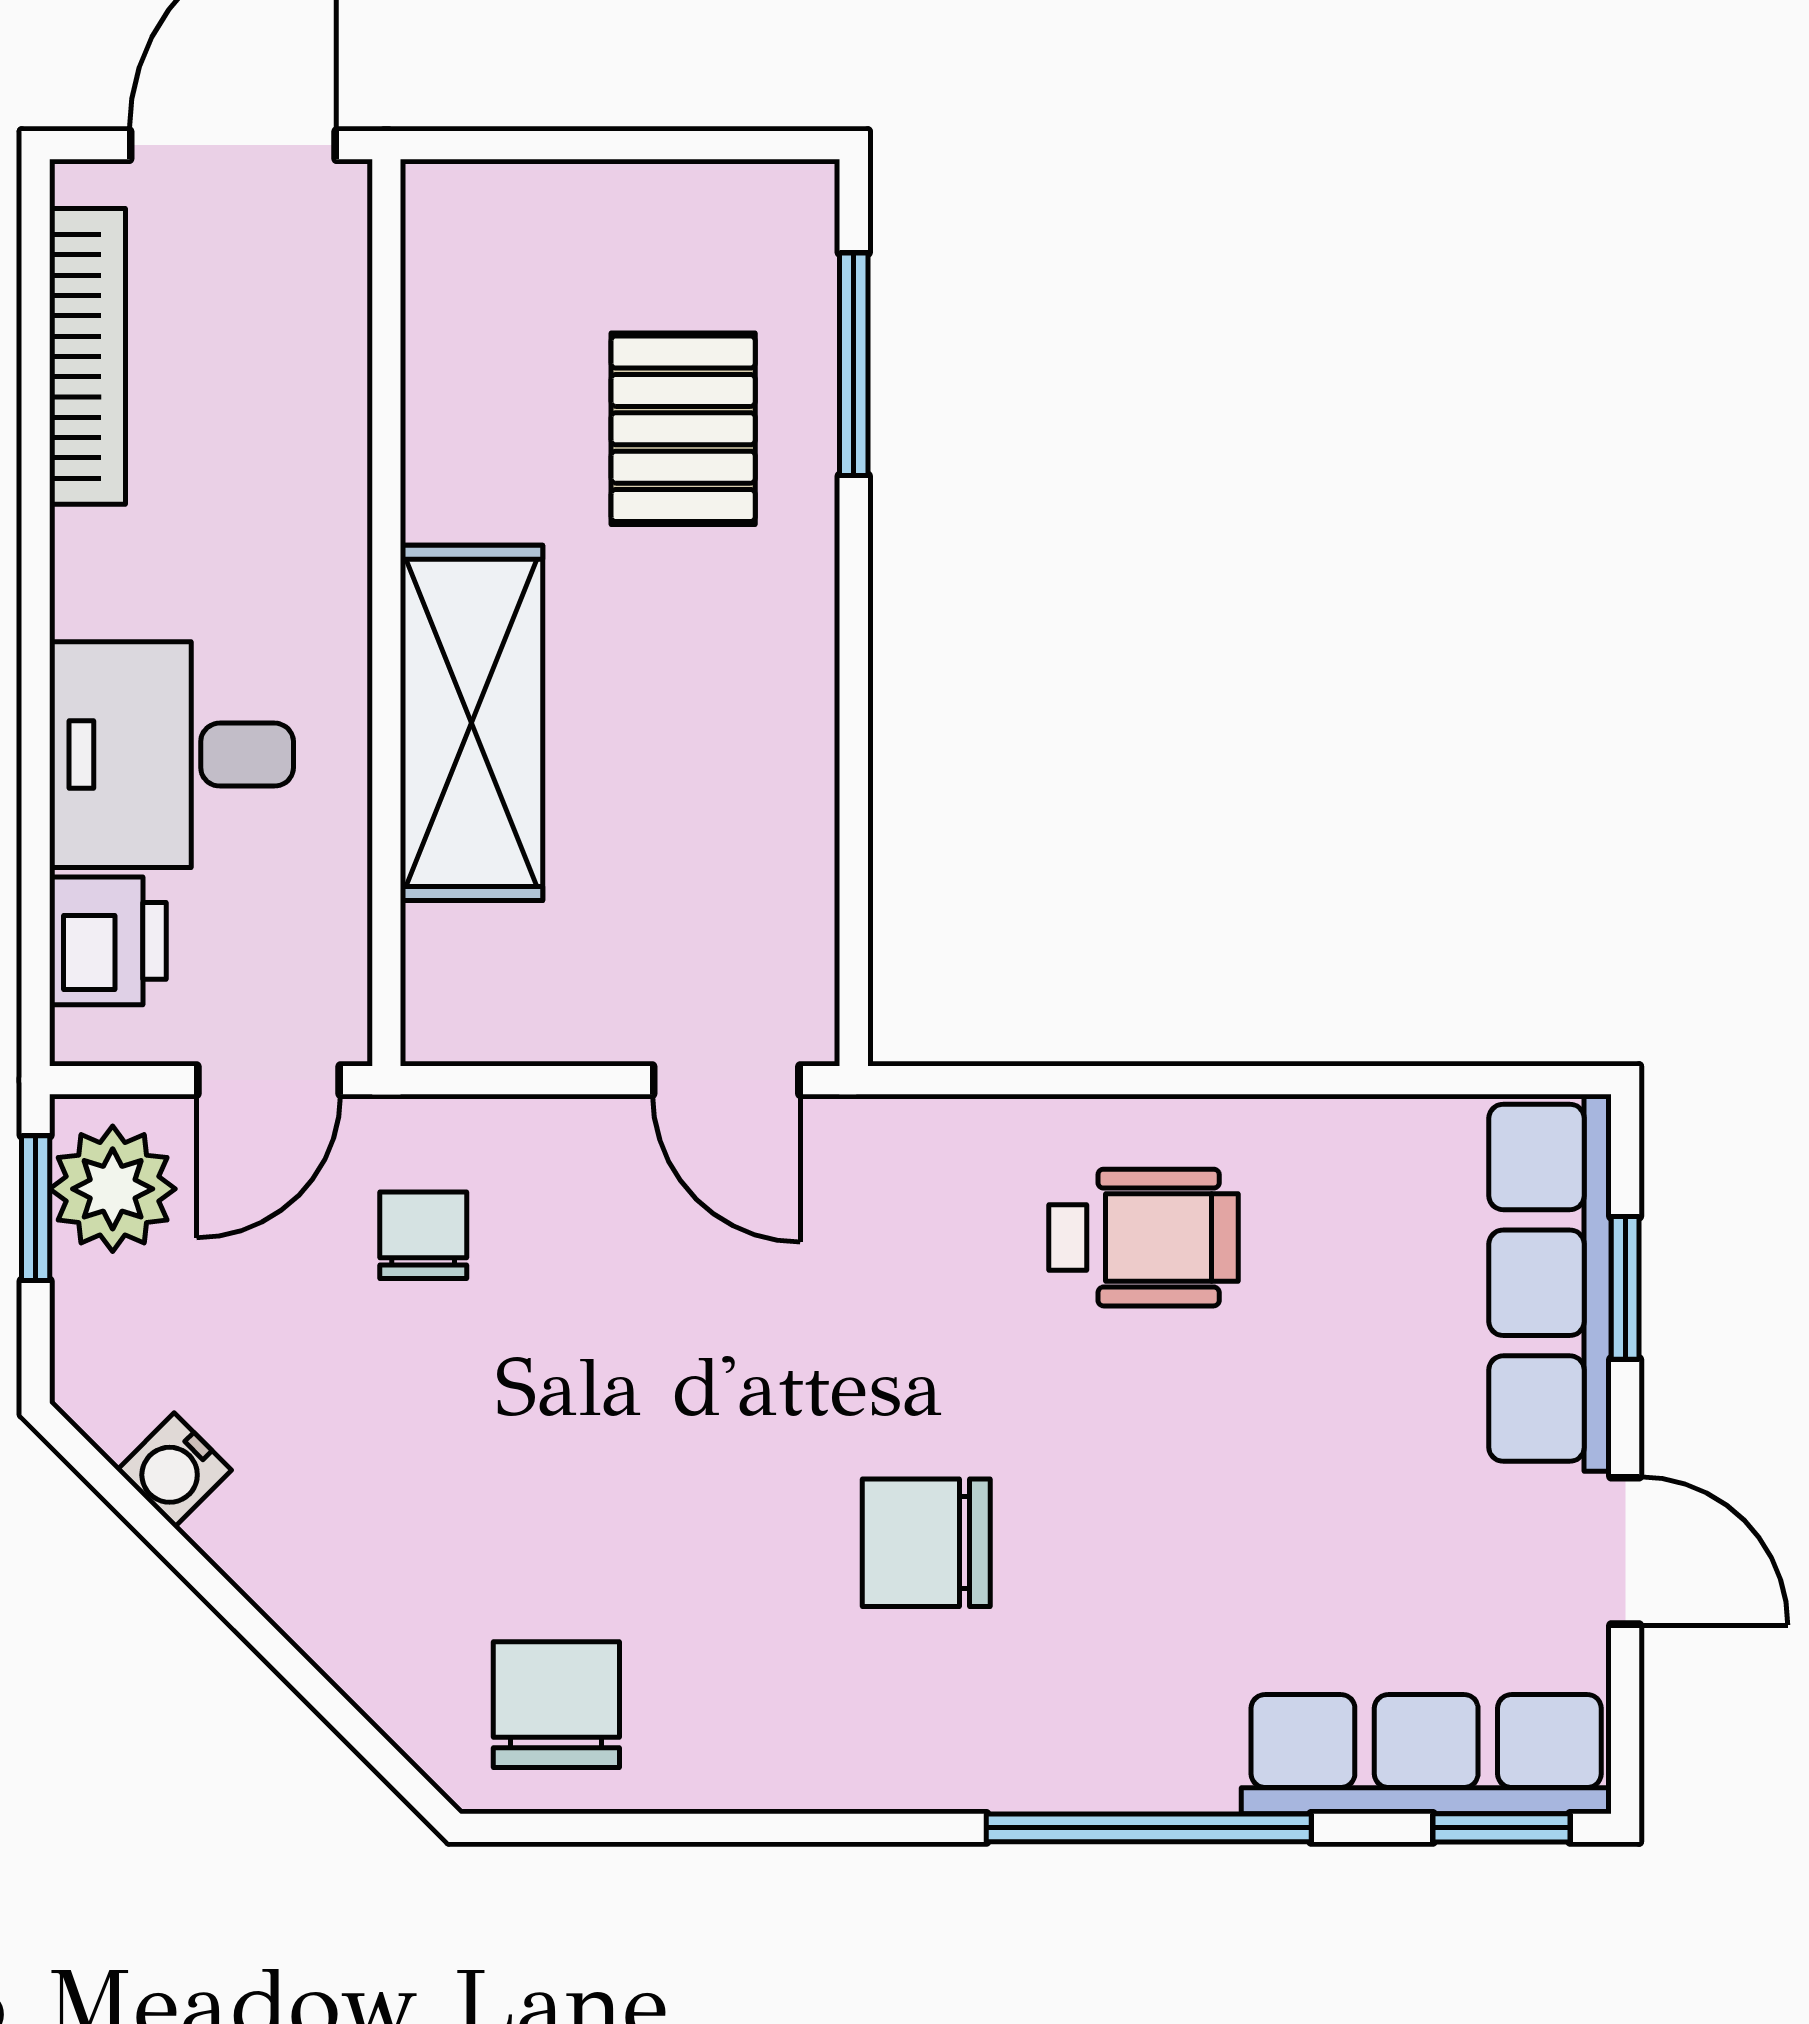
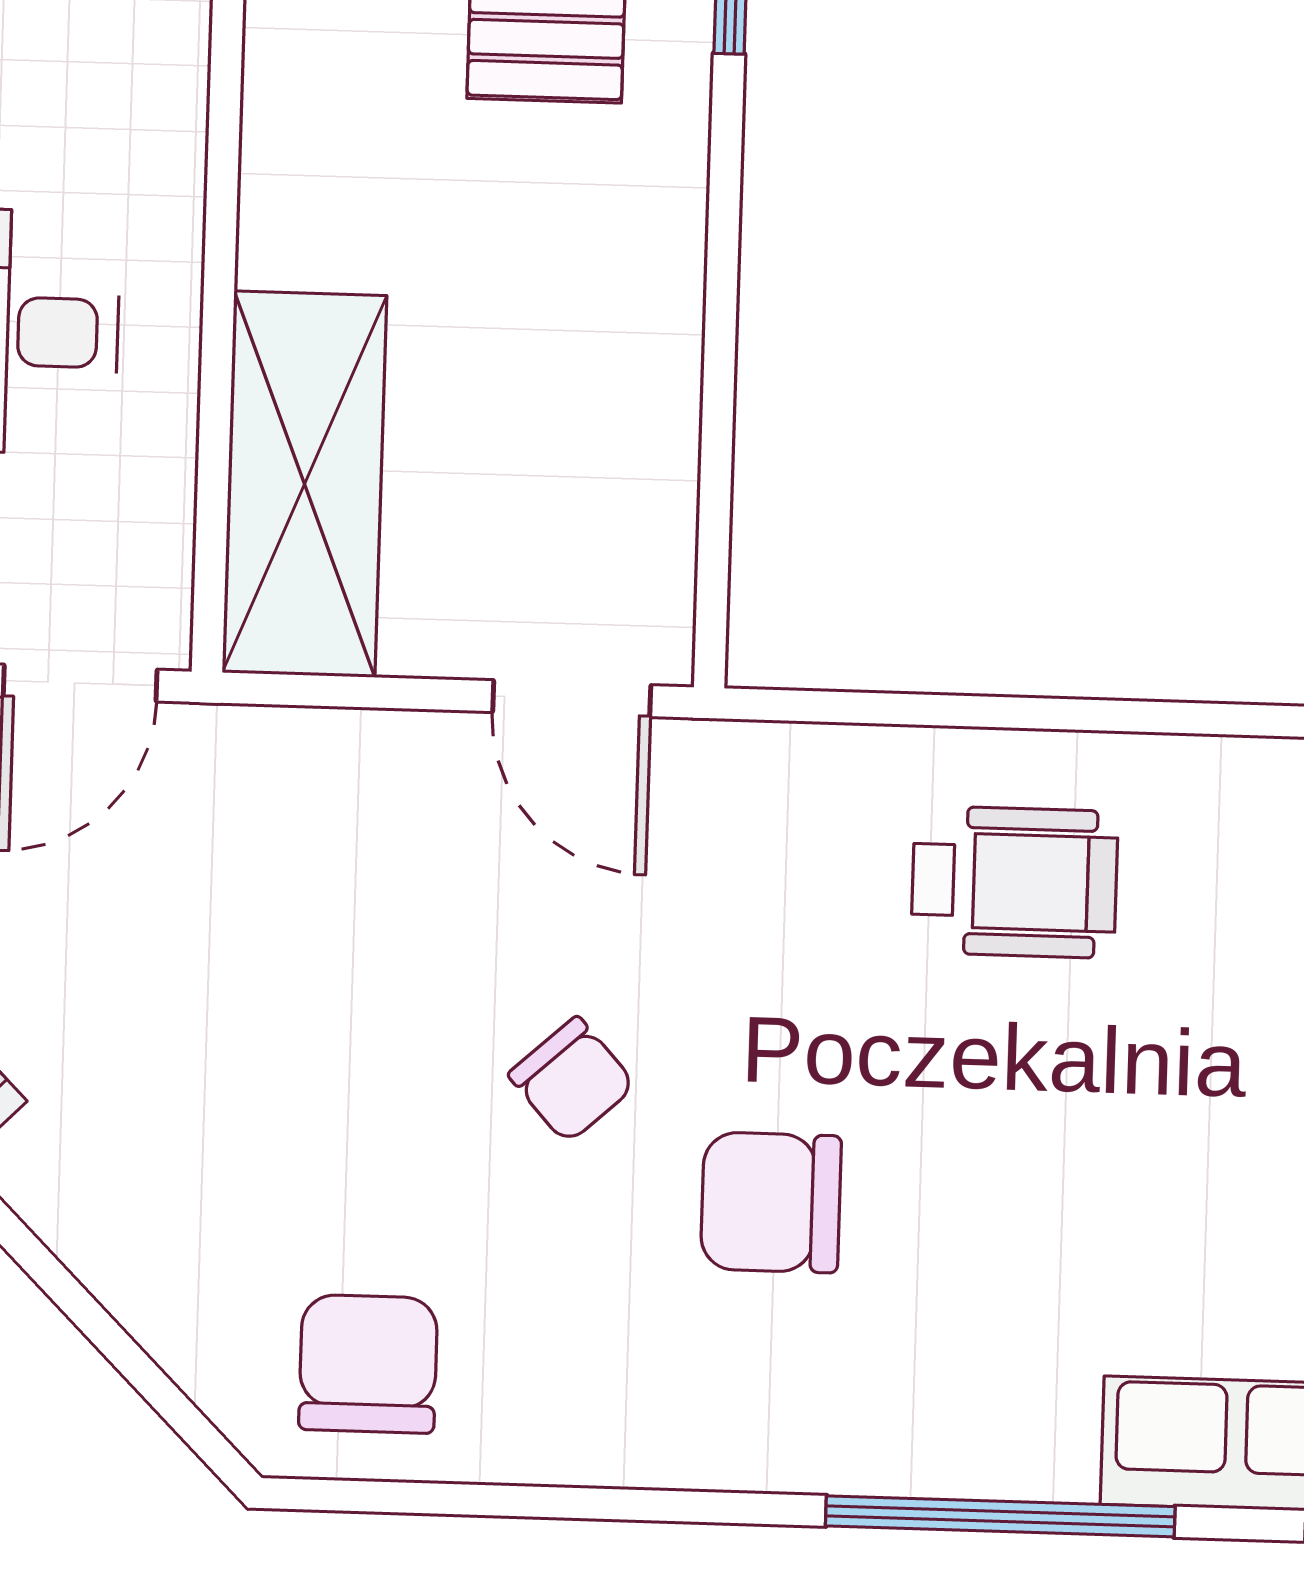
shelving: (471, 723) -> (304, 484), moved
chair: (423, 1235) -> (572, 1080), moved, turned 138

